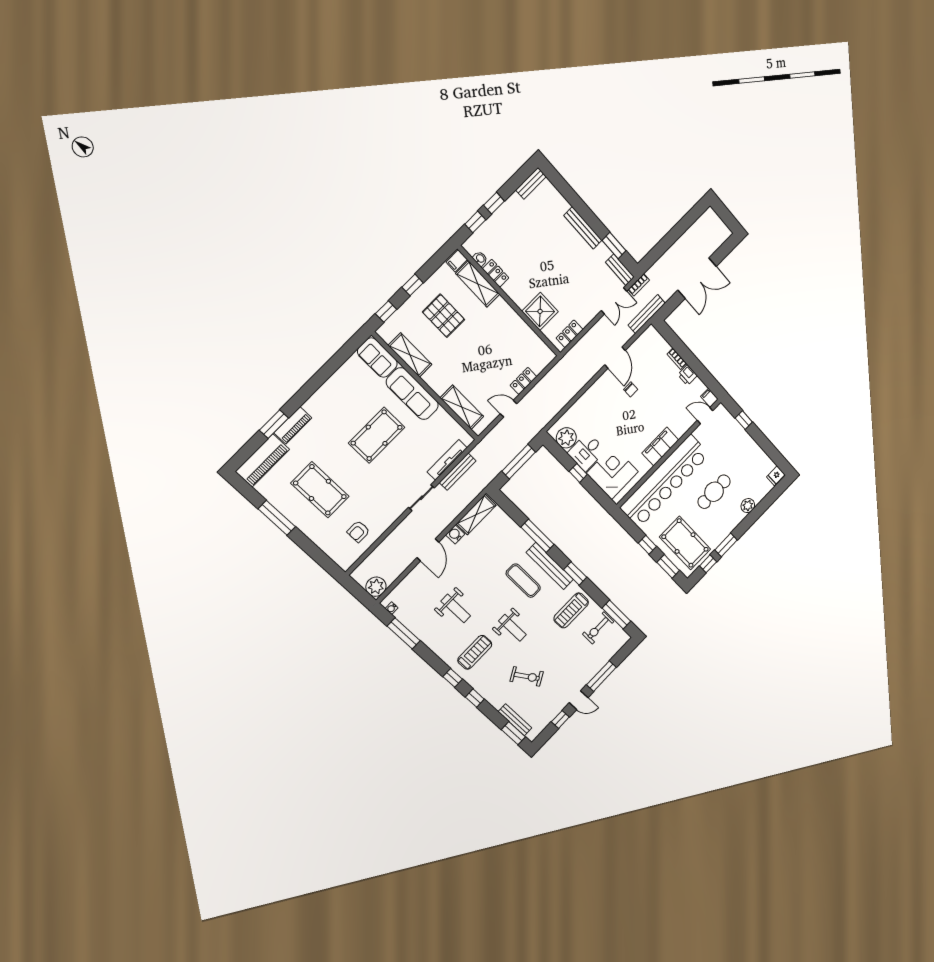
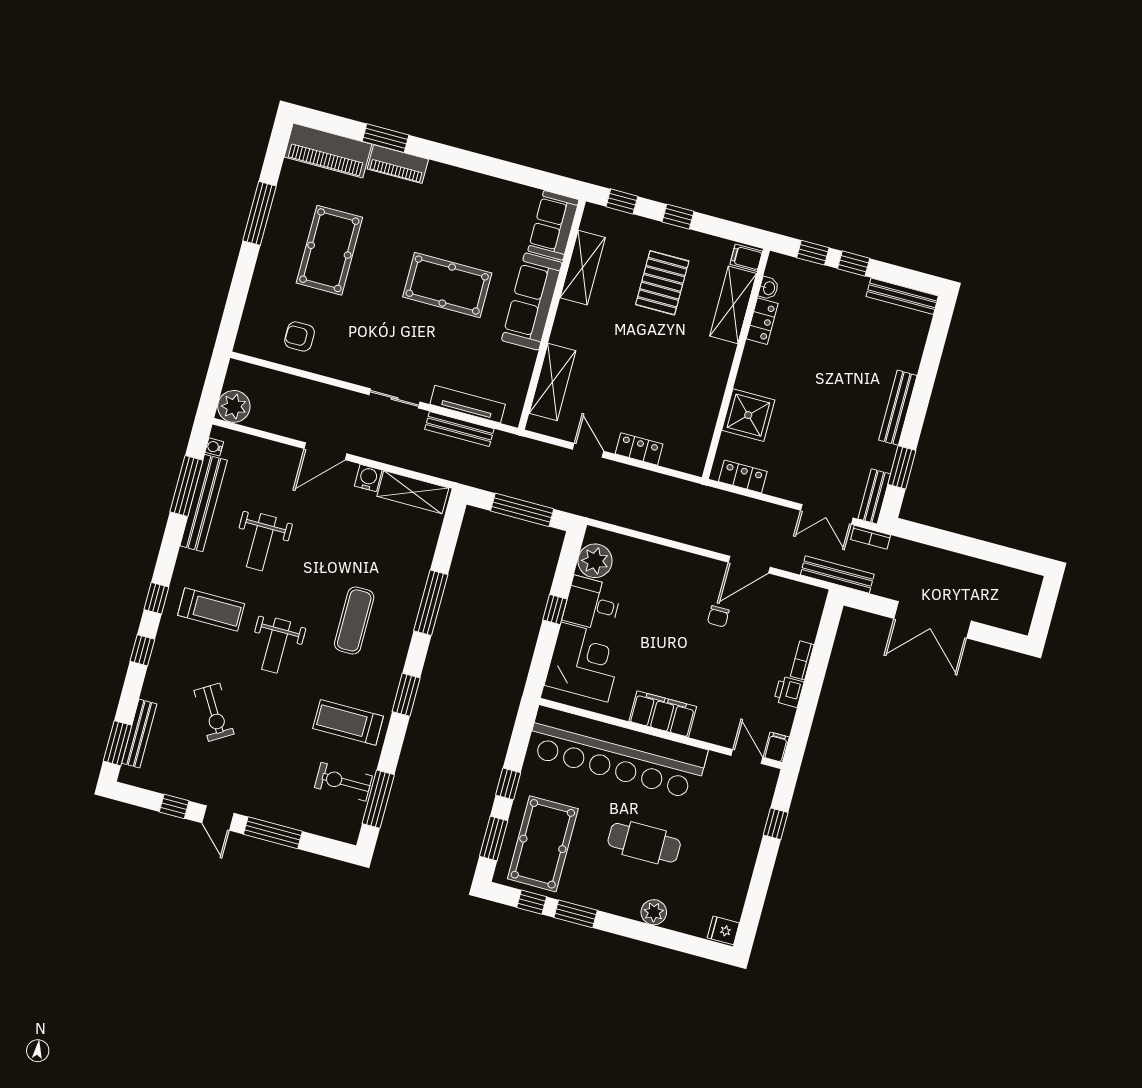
bench: (531, 183) -> (902, 296), width x1.36
bench: (550, 566) -> (204, 503), moved

